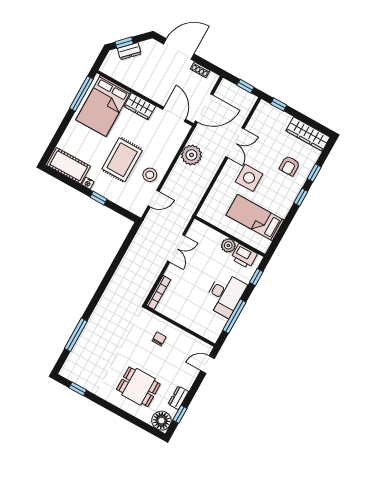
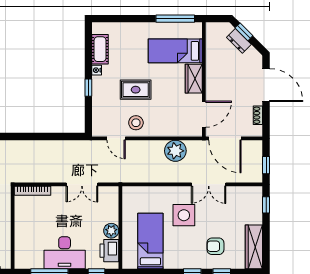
bed: (103, 106) -> (175, 51), width x0.67
rug: (122, 160) -> (136, 90), width x0.73, depth x0.70
cot: (69, 166) -> (100, 49), width x0.73, depth x0.75

